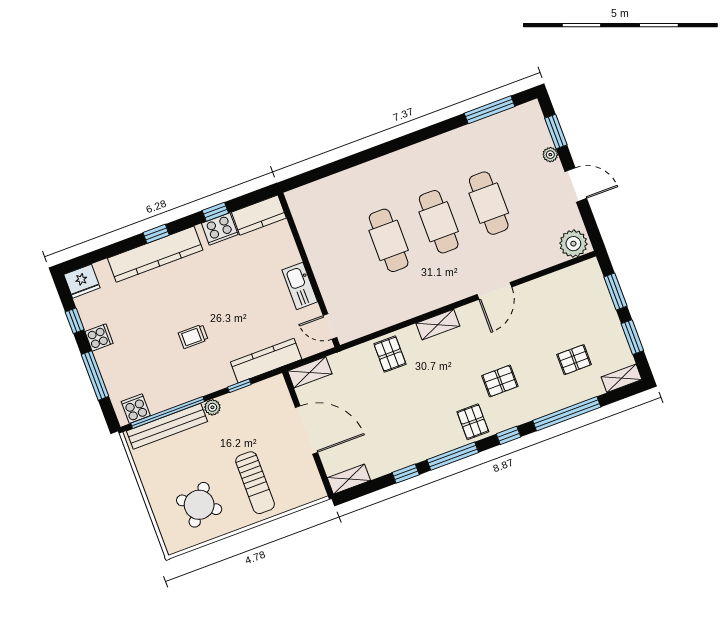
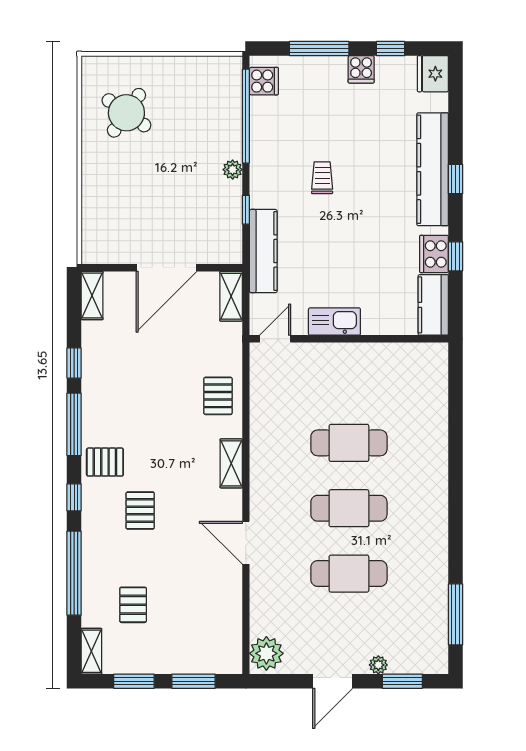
pallet: (390, 354) -> (218, 396), turned 90
bench: (167, 426) -> (230, 109), removed
sun lounger: (255, 483) -> (128, 186), removed

